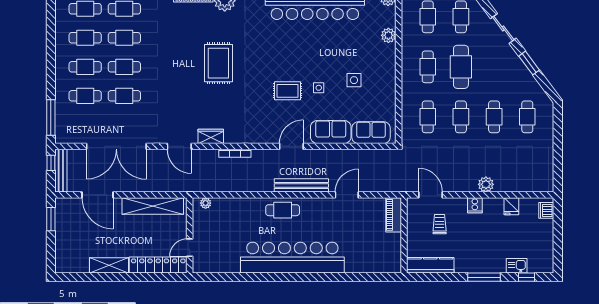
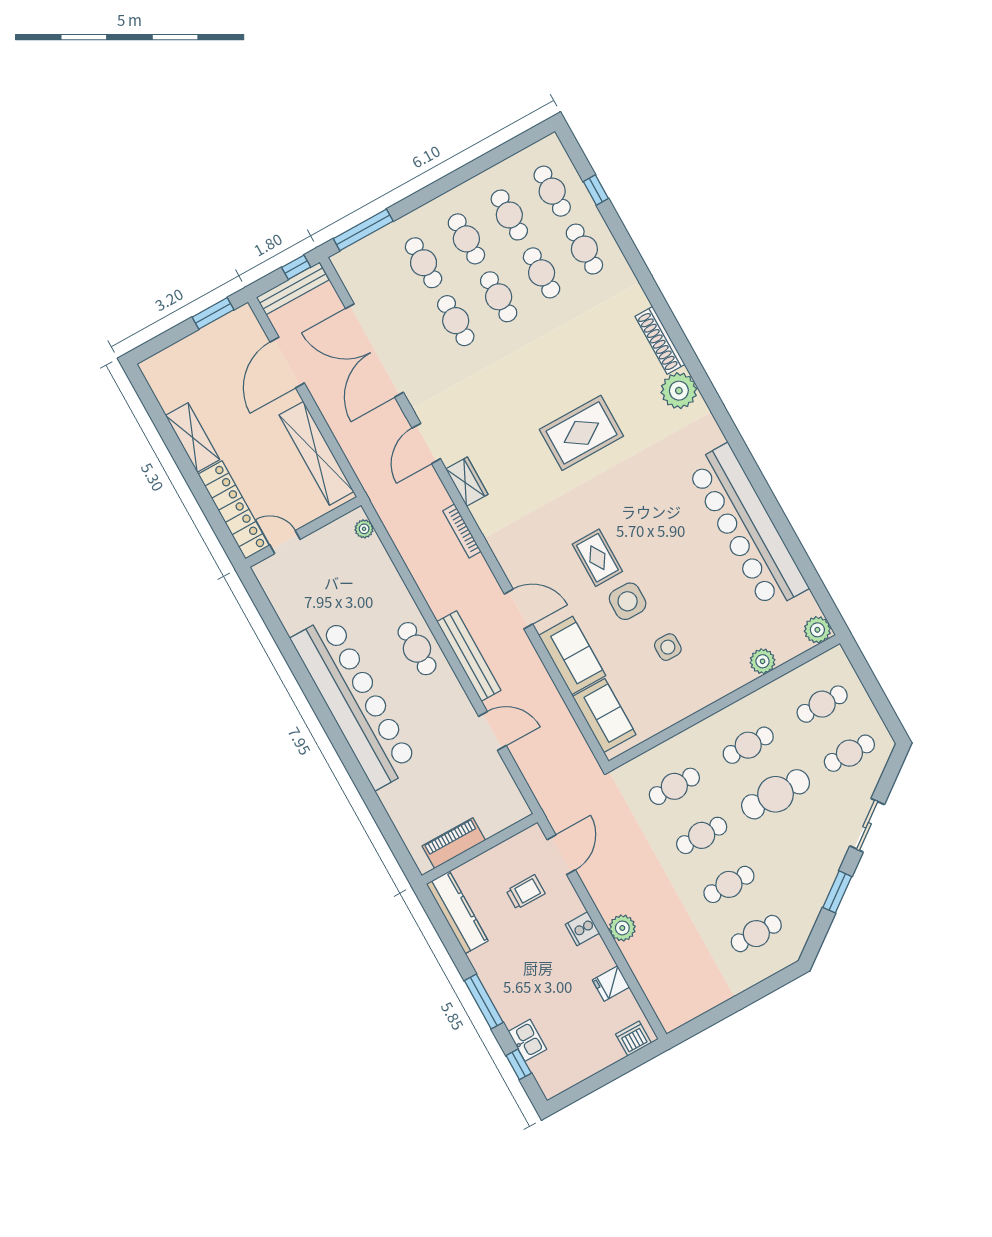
side table: (319, 88) -> (628, 601), width x1.87, depth x1.87
piano: (394, 215) -> (454, 843), moved

